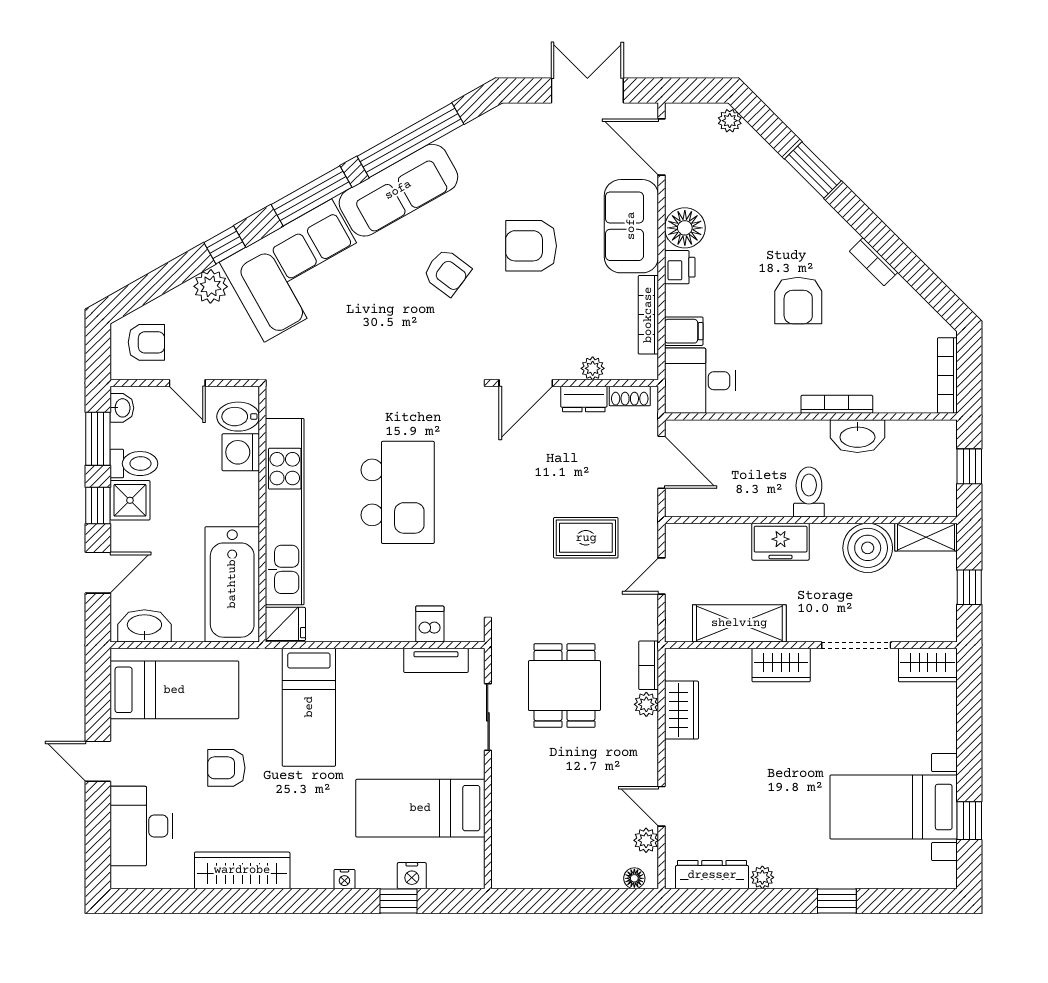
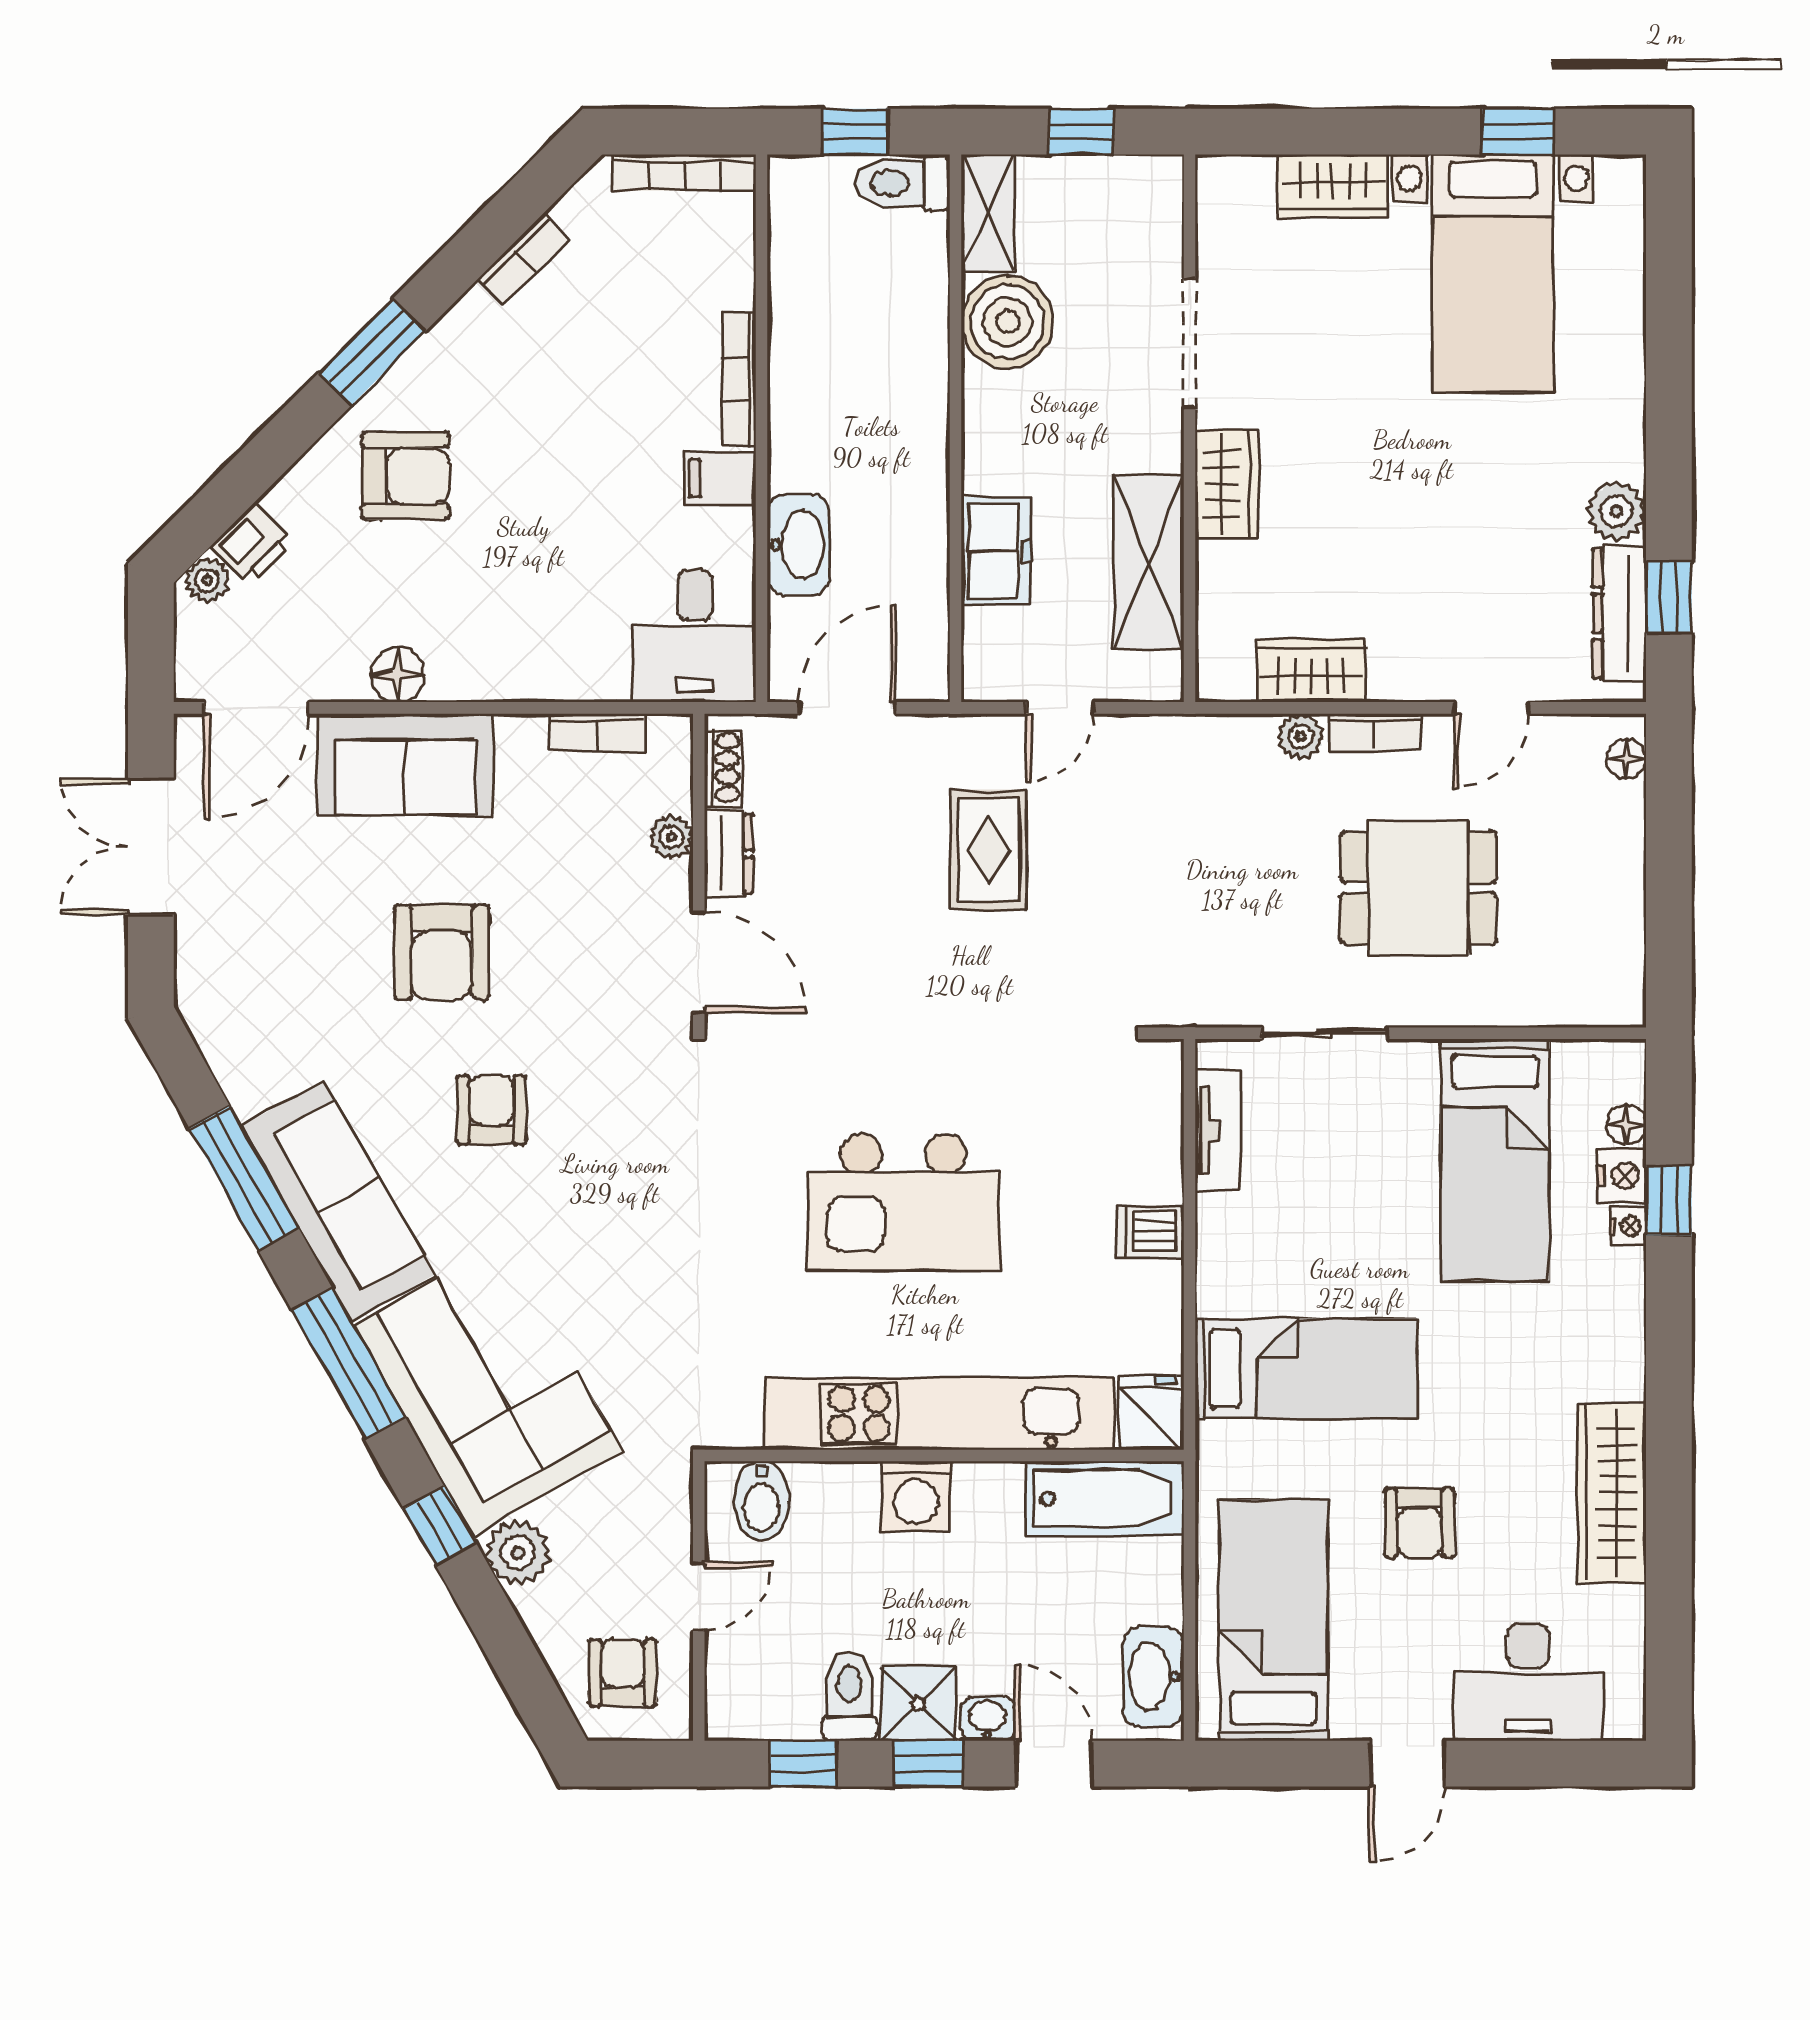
window: (410, 140) -> (244, 1178), width x0.68
window: (813, 170) -> (372, 352), moved
floor lamp: (685, 228) -> (398, 675), width x0.73, depth x0.73
bookcase: (874, 262) -> (523, 259), moved
printer: (680, 267) -> (253, 544), moved, turned 135
armchair: (447, 272) -> (491, 1110), turned -37
armchair: (798, 300) -> (406, 476), moved
bookcase: (648, 315) -> (598, 733), width x0.64
filing cabinet: (684, 331) -> (720, 478), moved, turned -90
washbasin: (122, 408) -> (987, 1719), moved
washbasin: (857, 436) -> (798, 545), moved
window: (98, 439) -> (803, 1764), width x0.67
washing machine: (241, 452) -> (916, 1496), moved
kitchen island: (398, 492) -> (904, 1202), turned 180
toilet: (809, 492) -> (903, 183), moved
freezer: (781, 542) -> (996, 551), moved
door: (662, 576) -> (1060, 708), hinge flipped
bathtub: (232, 584) -> (1105, 1499), width x0.73, depth x0.73
dishwasher: (430, 624) -> (1150, 1232), moved
bookcase: (649, 665) -> (1374, 732), moved
wardrobe: (928, 665) -> (1333, 186), moved, turned 90
dining table: (564, 686) -> (1419, 888), moved
plant: (646, 840) -> (1555, 737), removed
plant: (762, 877) -> (1616, 511), width x1.38, depth x1.38
floor lamp: (439, 878) -> (1626, 1125), added
nightstand: (344, 879) -> (1628, 1226), moved
window: (837, 901) -> (1669, 597), moved

